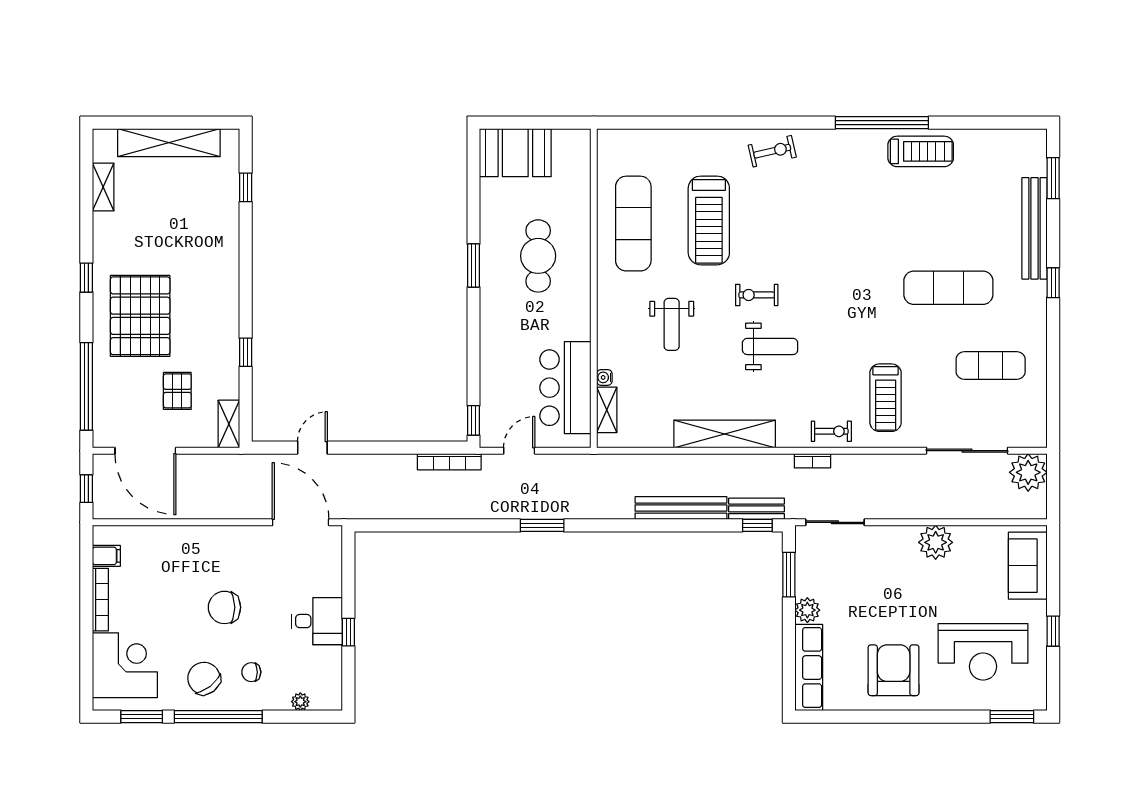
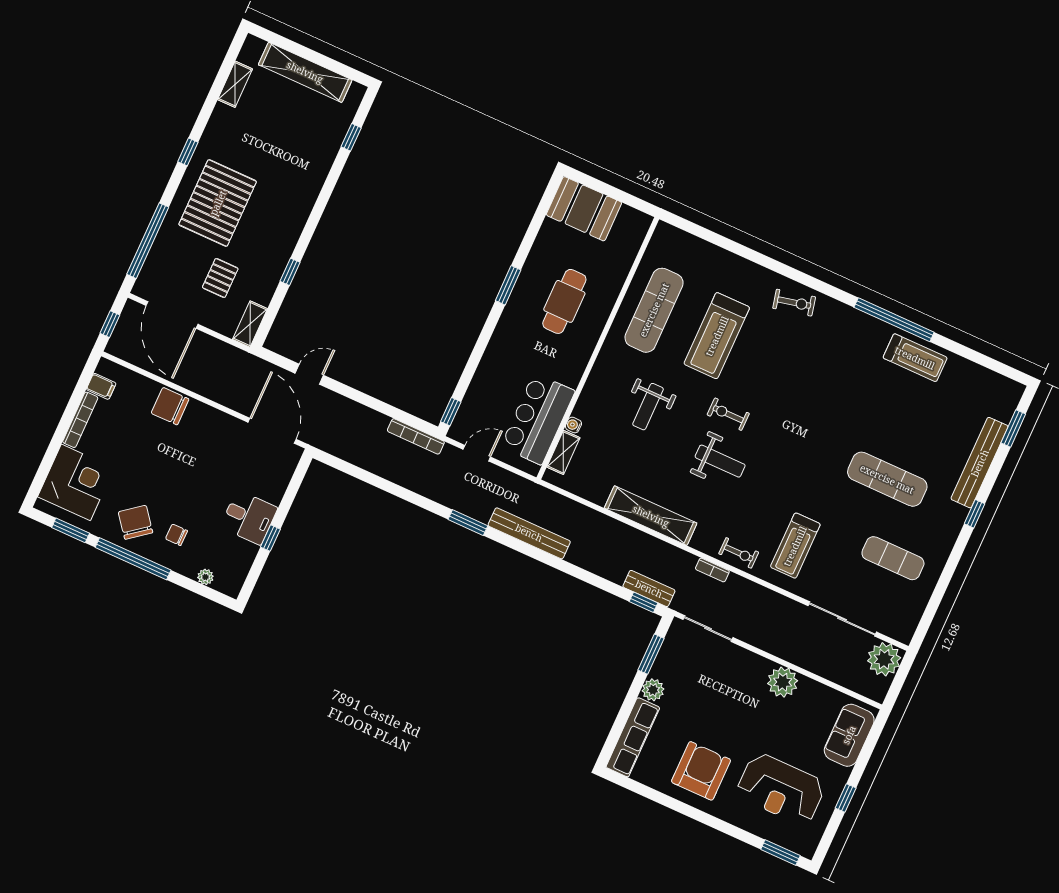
bench: (681, 508) -> (529, 533), moved
chair: (224, 607) -> (170, 406), moved

